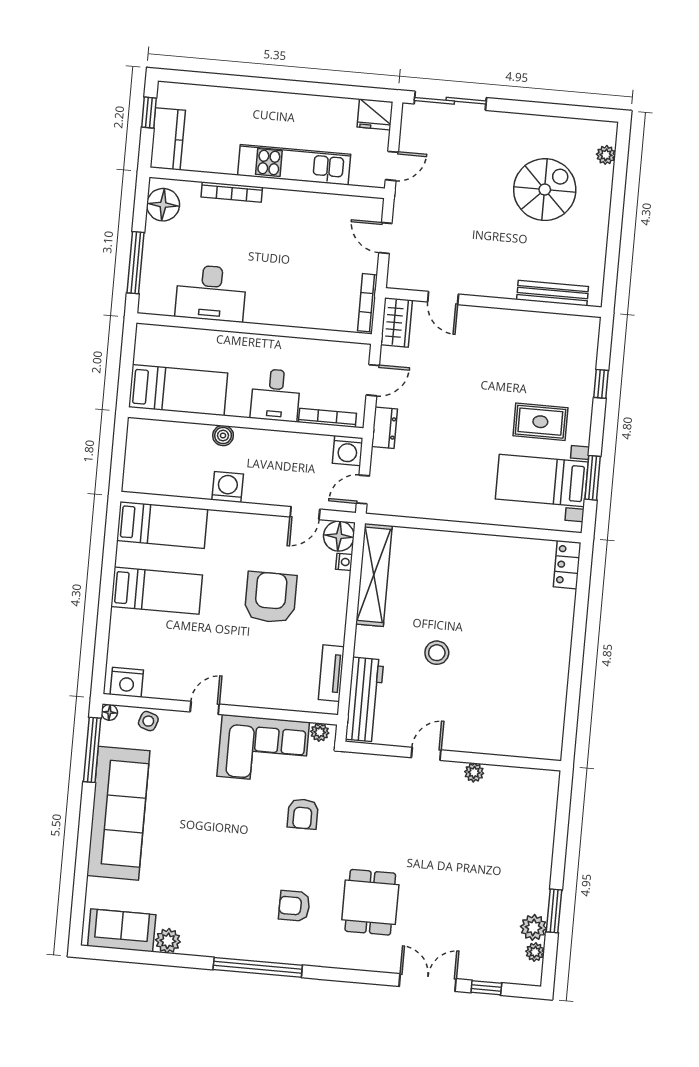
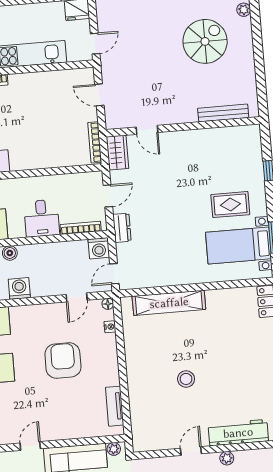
floor lamp: (339, 536) -> (108, 304), width x0.53, depth x0.53
shelving: (374, 575) -> (169, 303), moved, turned 90
workbench: (365, 699) -> (238, 433), moved, turned -90

